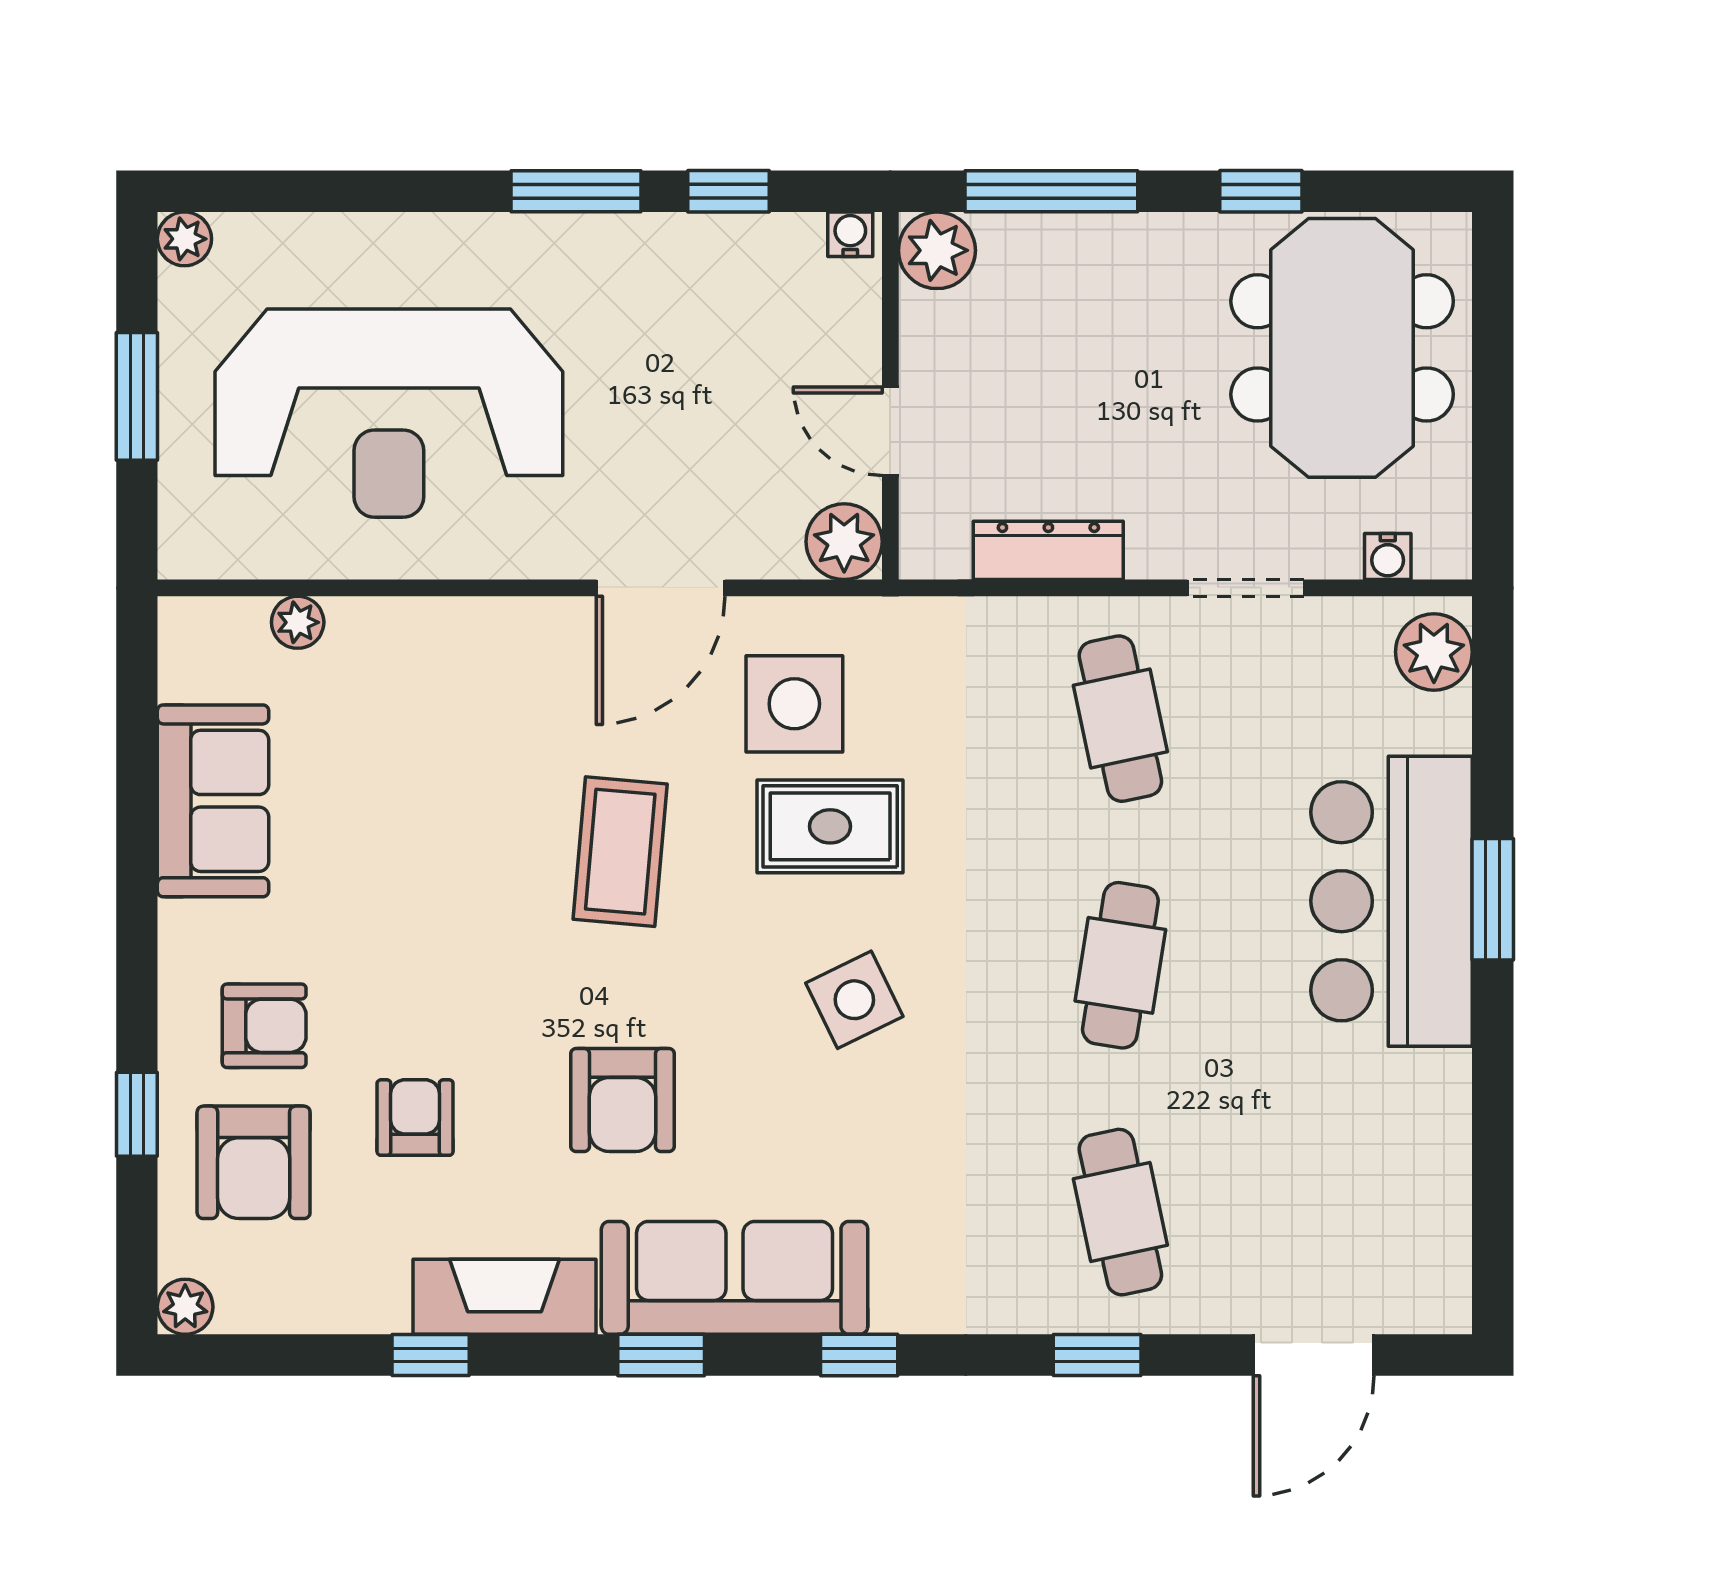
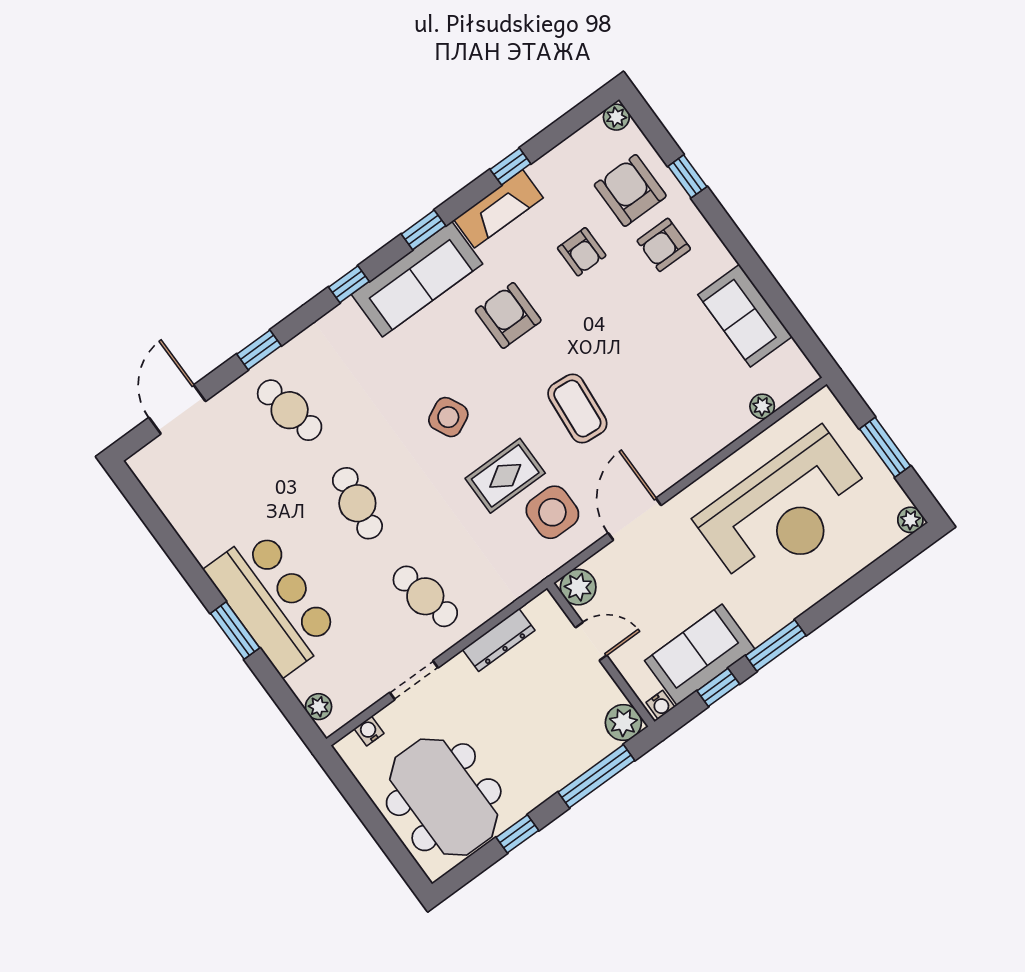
sofa: (720, 271) -> (700, 655), added
reception desk: (389, 413) -> (785, 510), turned 180
plant: (1434, 652) -> (319, 707), width x0.73, depth x0.73

